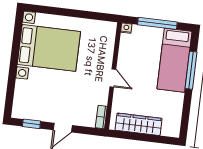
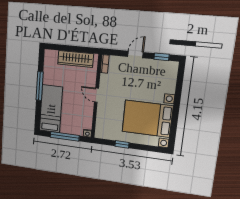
window: (81, 14) -> (122, 144), added
window: (191, 70) -> (40, 86), moved

